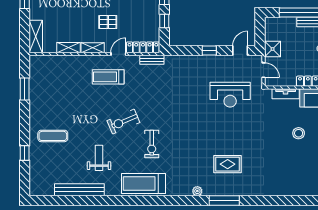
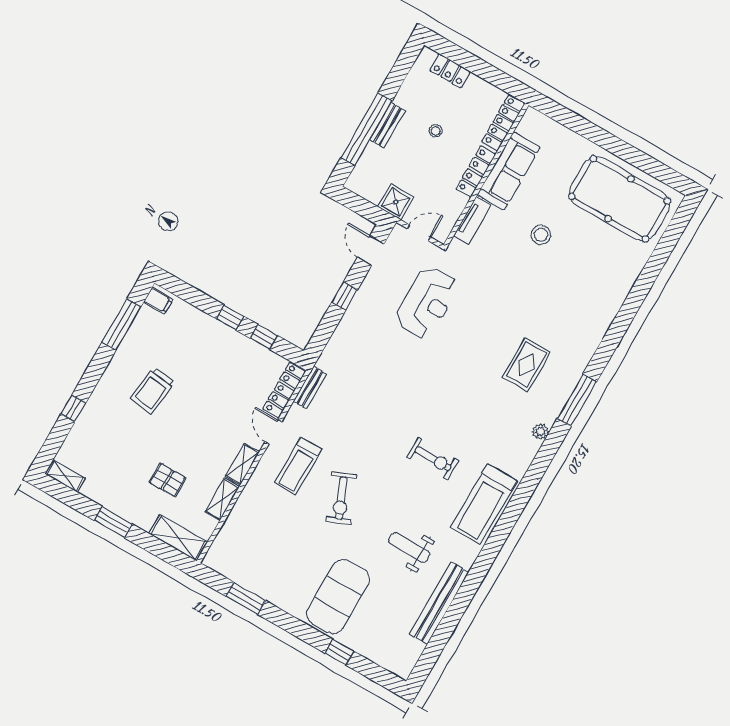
pallet: (108, 22) -> (167, 480), moved, turned 90
exercise bike: (123, 122) -> (341, 498), moved
exercise mat: (53, 136) -> (338, 597), width x2.00, depth x1.45

